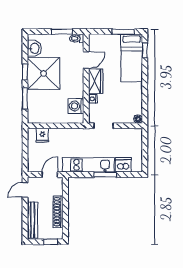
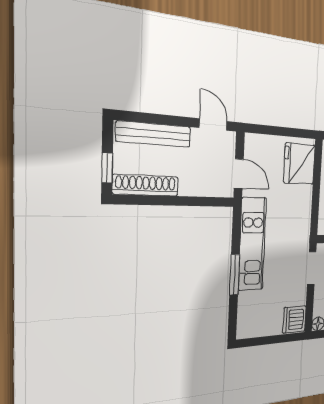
fridge: (42, 135) -> (299, 164), width x1.88, depth x1.34
dishwasher: (123, 165) -> (294, 319), moved, turned 180
shoe rack: (58, 212) -> (146, 185), moved

